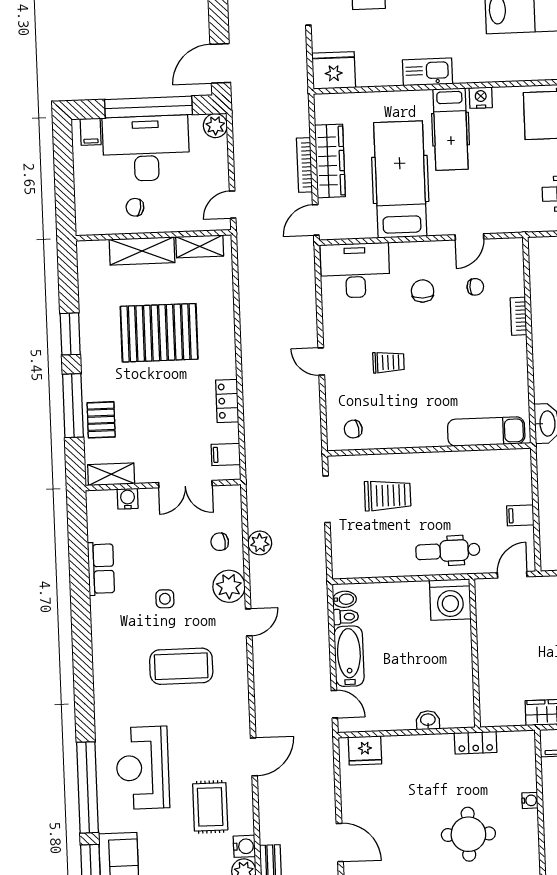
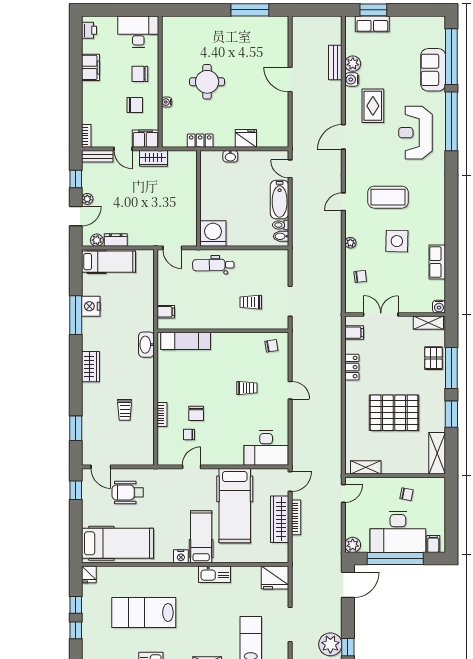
shelving: (142, 251) -> (437, 453), moved, turned 90
chair: (423, 291) -> (196, 413), moved
trolley: (389, 362) -> (247, 388), turned 180
trolley: (388, 495) -> (251, 302), width x0.73, depth x0.72
water cooler: (128, 499) -> (439, 307), moved
filing cabinet: (520, 515) -> (166, 312), moved
plant: (260, 543) -> (334, 275), removed
dental chair: (448, 551) -> (213, 265), turned 180
door: (512, 575) -> (172, 248), hinge flipped
plant: (229, 586) -> (350, 243), width x0.53, depth x0.53
side table: (165, 599) -> (397, 241), width x1.87, depth x1.87
door: (249, 622) -> (343, 202), moved
fridge: (365, 750) -> (246, 138), moved
reception desk: (143, 768) -> (415, 133), turned 180

